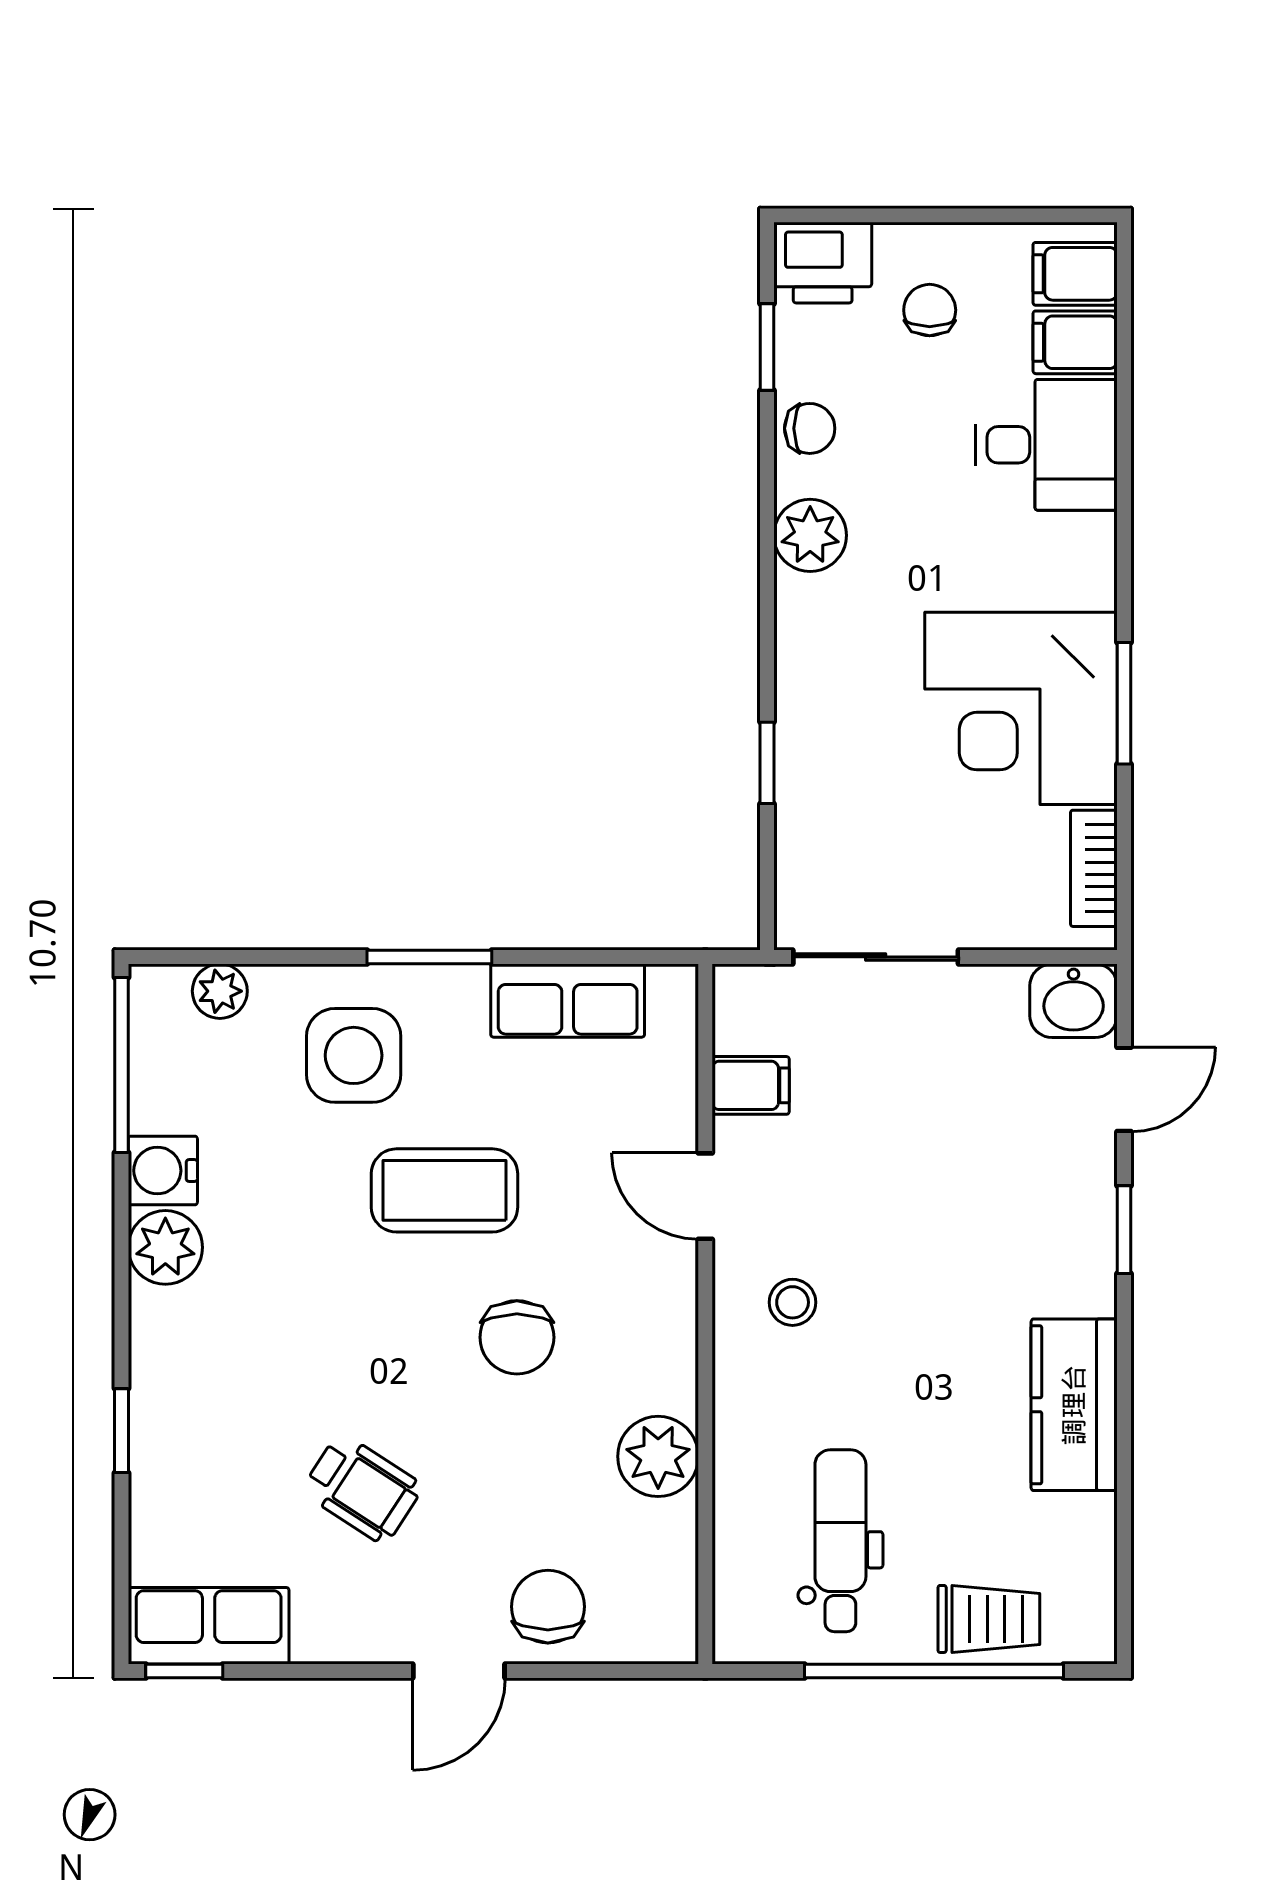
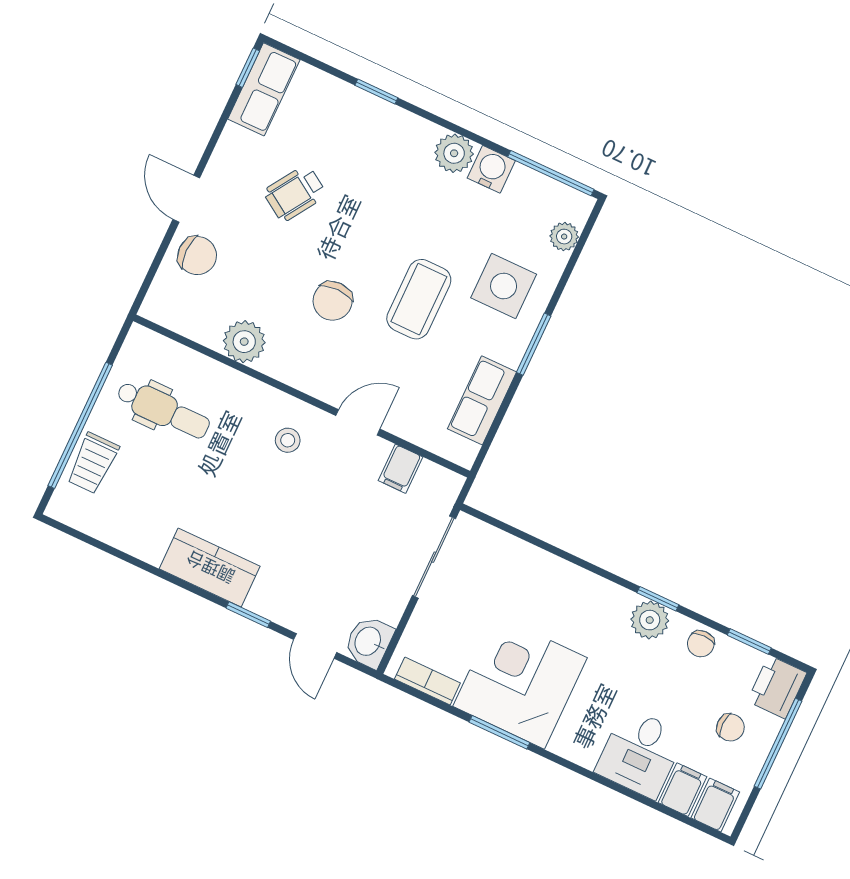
window: (919, 215) -> (778, 744), added
window: (767, 763) -> (658, 599), moved
chair: (517, 1337) -> (333, 301), turned -90
kitchen counter: (1074, 1405) -> (210, 568), moved

